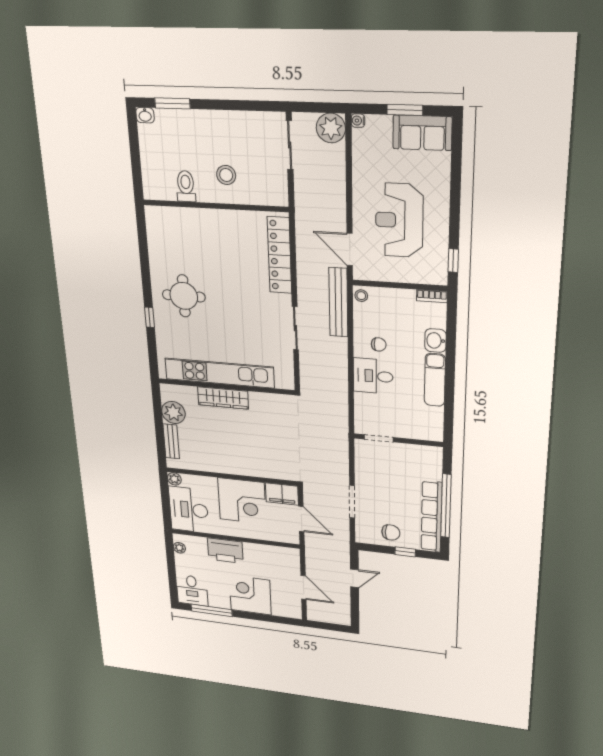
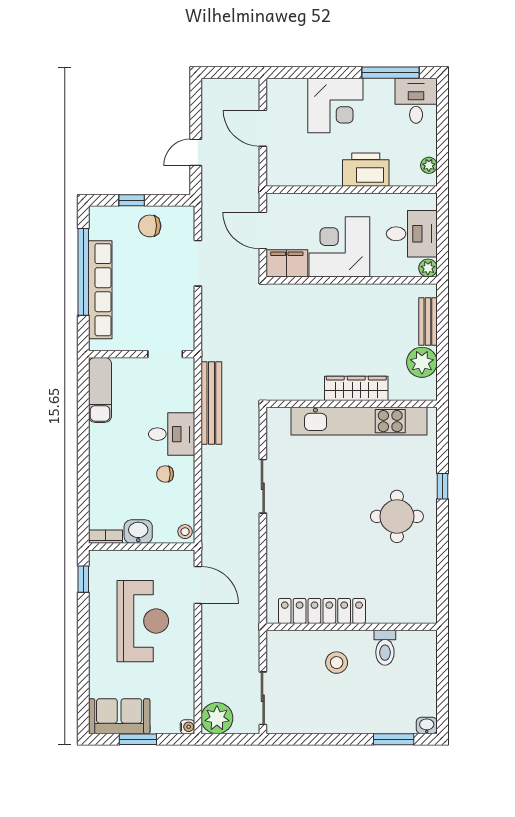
locker: (279, 255) -> (322, 611), moved, turned -90
bench: (338, 302) -> (211, 403), moved
washbasin: (435, 341) -> (138, 532), moved, turned -90
exam couch: (435, 380) -> (100, 390), moved
desk: (189, 510) -> (412, 234), width x0.73
row of seats: (431, 517) -> (100, 290), moved

